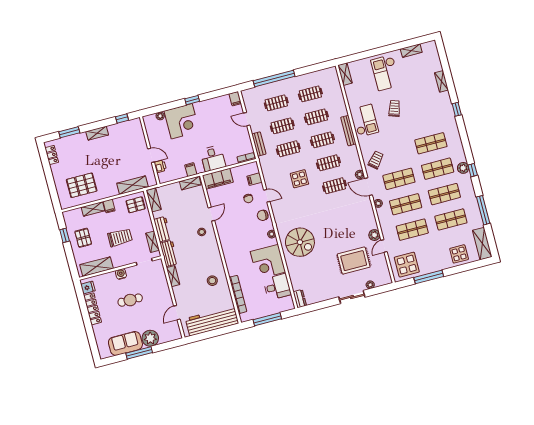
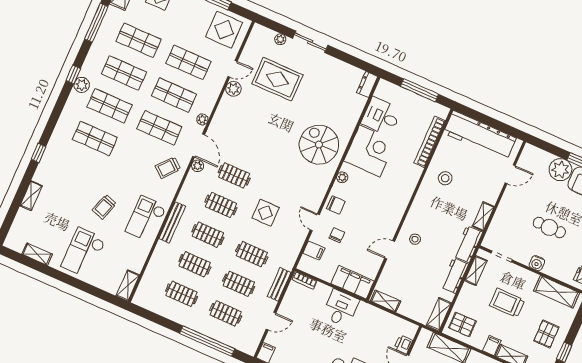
checkout: (385, 73) -> (83, 253), turned 180
door: (247, 119) -> (271, 321), hinge flipped
filing cabinet: (191, 170) -> (374, 315), removed

